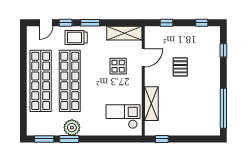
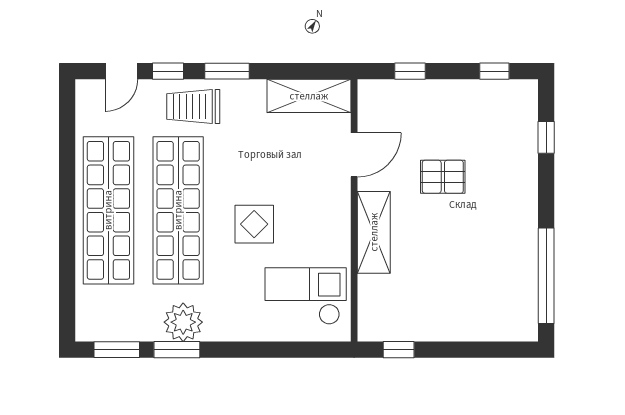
display table: (118, 66) -> (254, 224), moved
pallet: (180, 67) -> (443, 177), turned 90
shelving: (151, 104) -> (374, 232), moved

